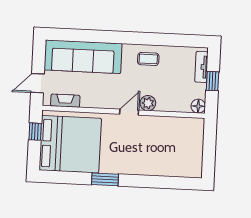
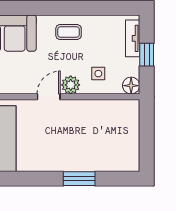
side table: (171, 95) -> (98, 74), added
window: (105, 179) -> (79, 179), moved

